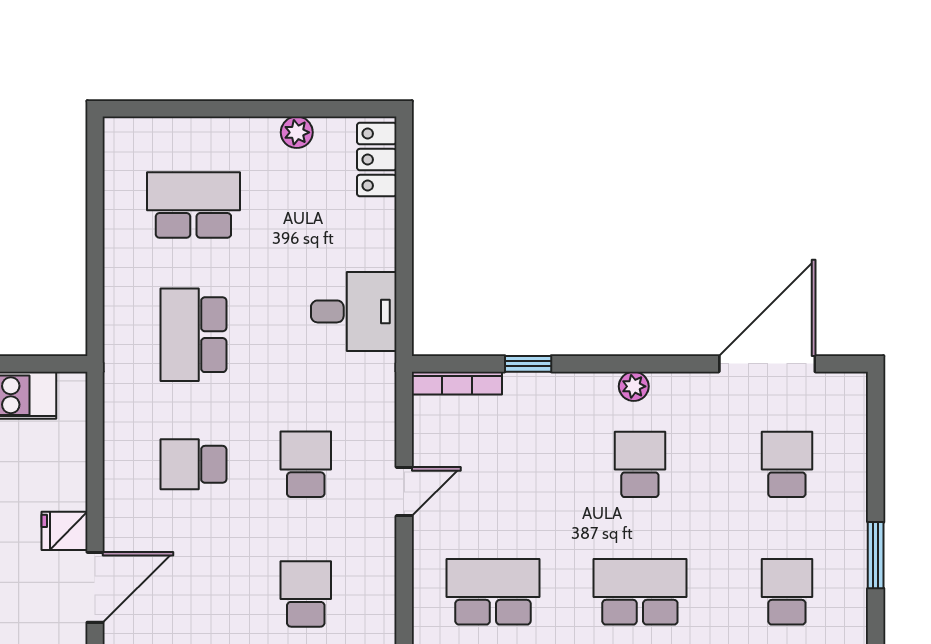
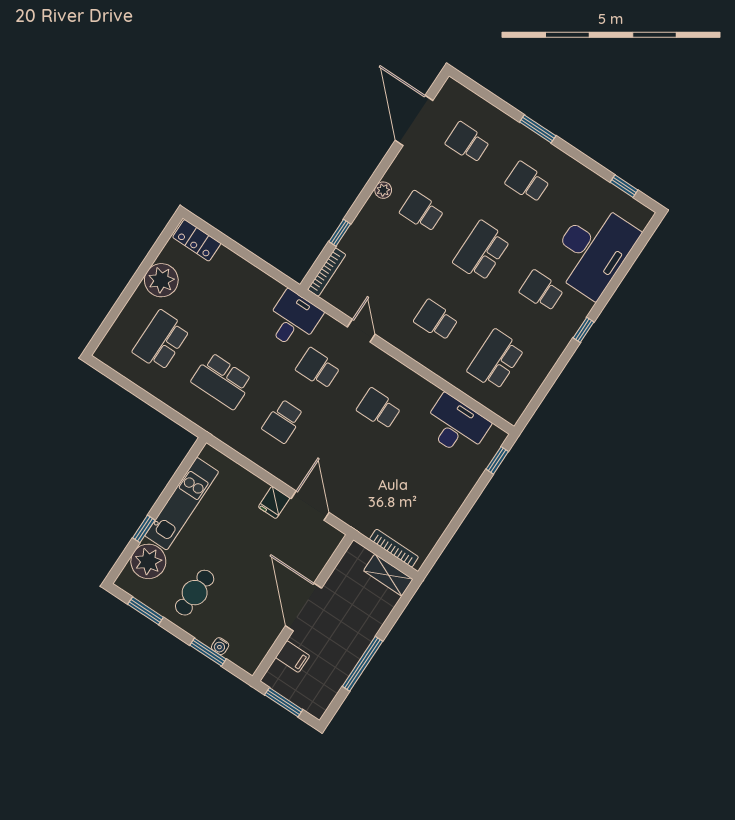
plant: (297, 132) -> (161, 280), width x1.87, depth x1.87
desk: (354, 311) -> (293, 320), moved
school desk: (493, 592) -> (436, 320), width x0.54

